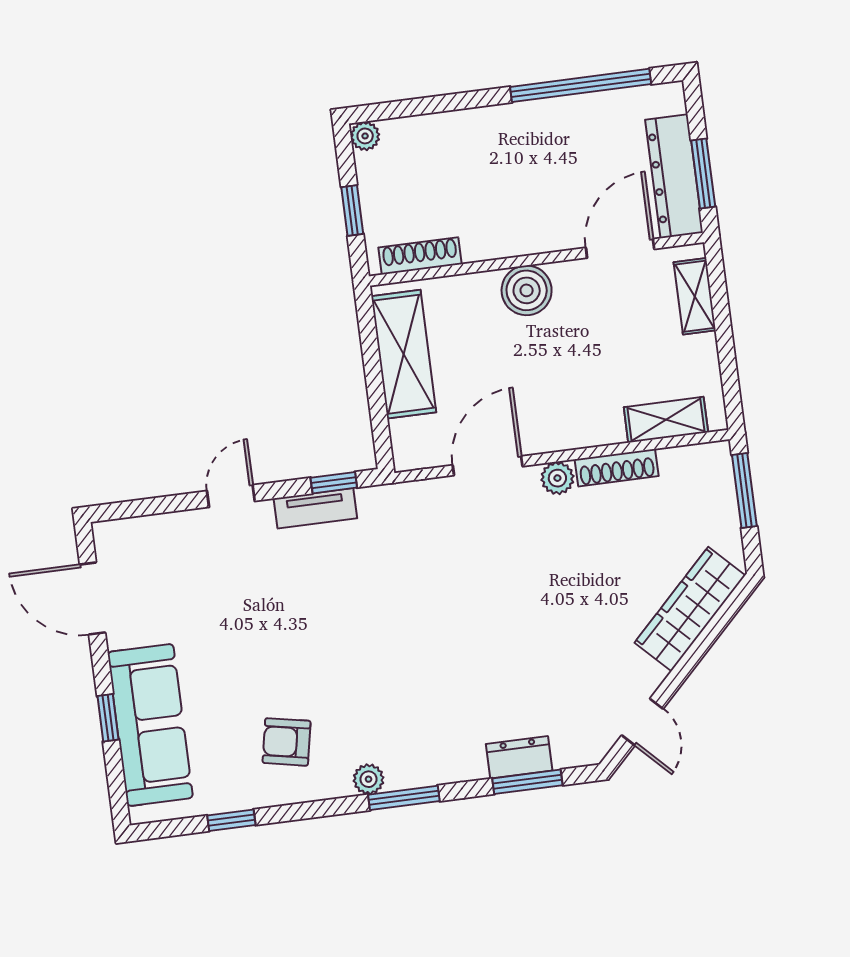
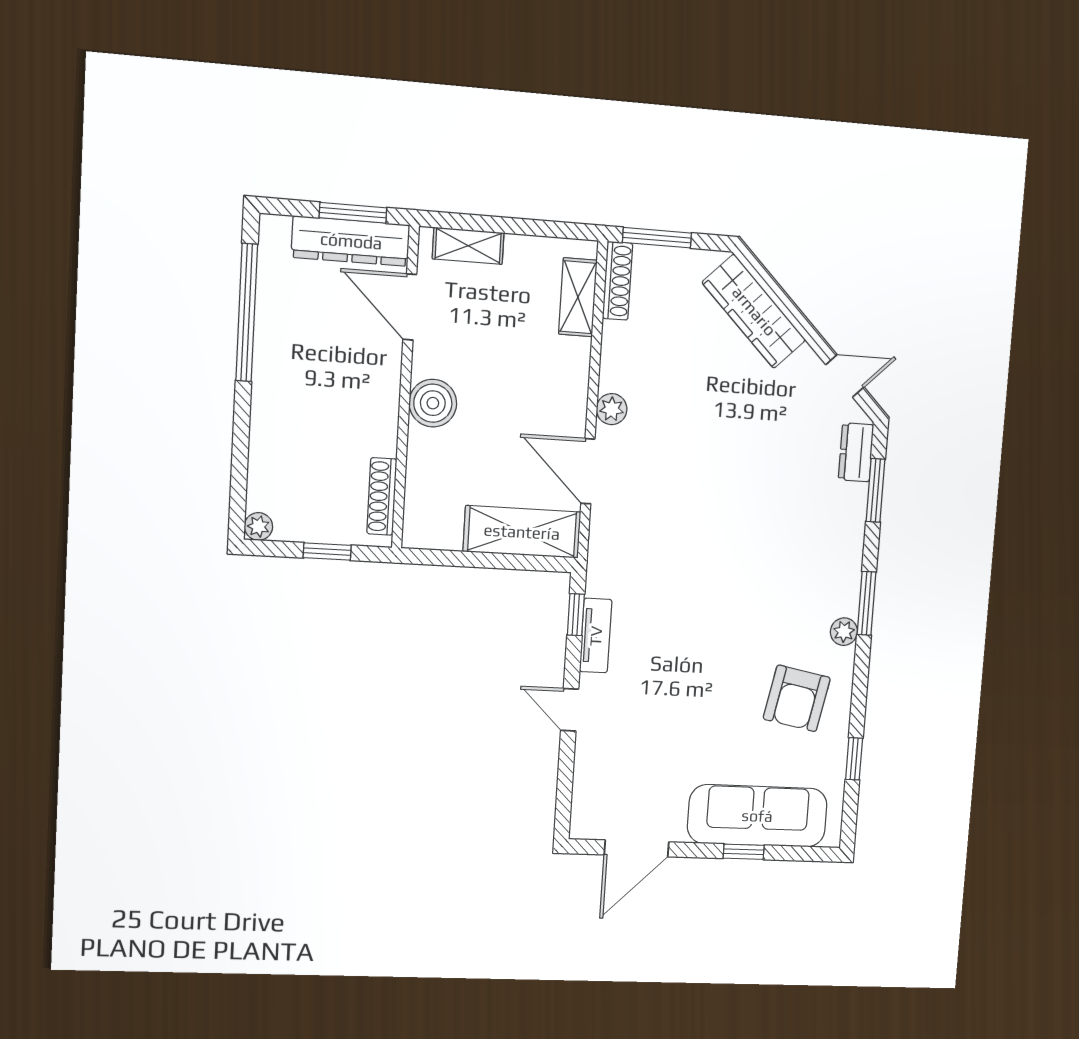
shelving: (404, 354) -> (522, 532), moved
shoe rack: (617, 468) -> (618, 281), moved
armchair: (287, 742) -> (797, 698), width x1.38, depth x1.38
dresser: (519, 757) -> (856, 452), moved

